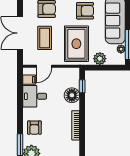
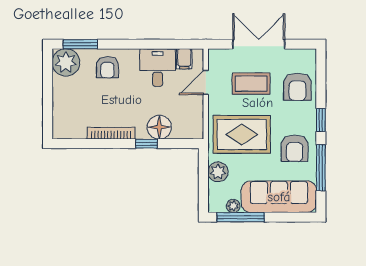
door: (44, 66) -> (206, 82), hinge flipped
window: (82, 86) -> (146, 144), moved
armchair: (34, 128) -> (107, 67), turned -90

